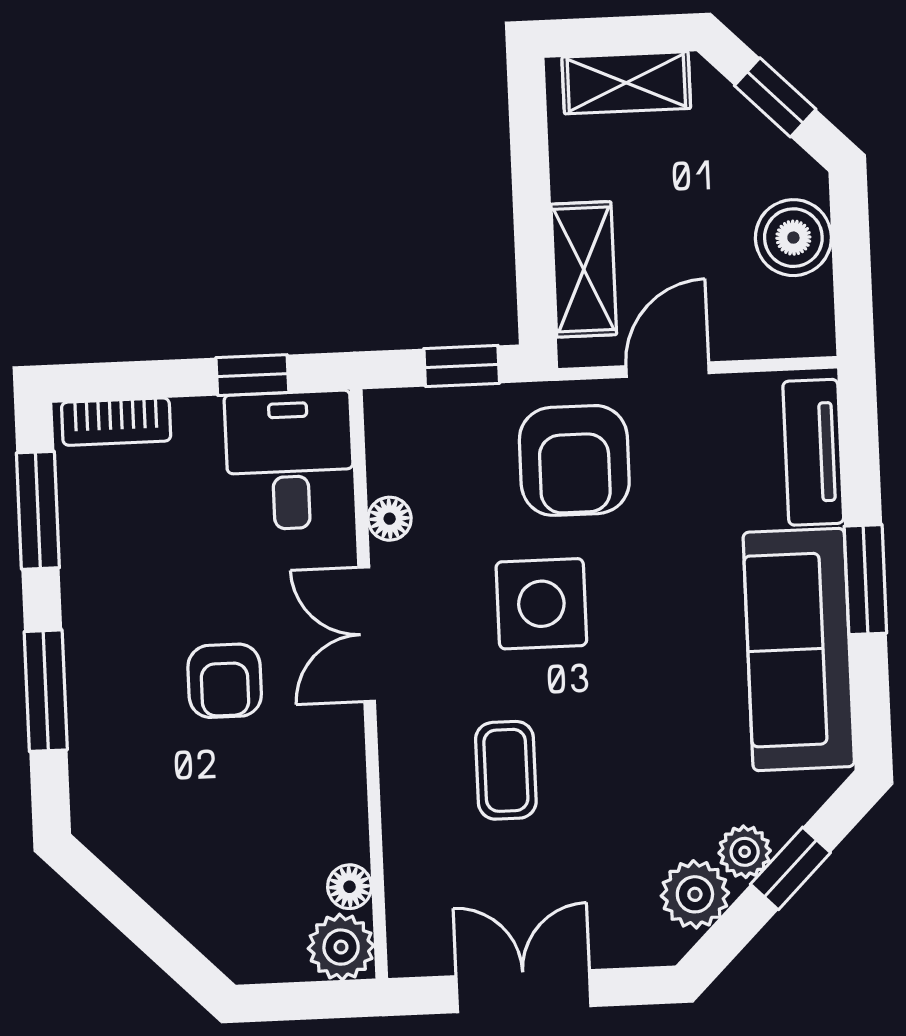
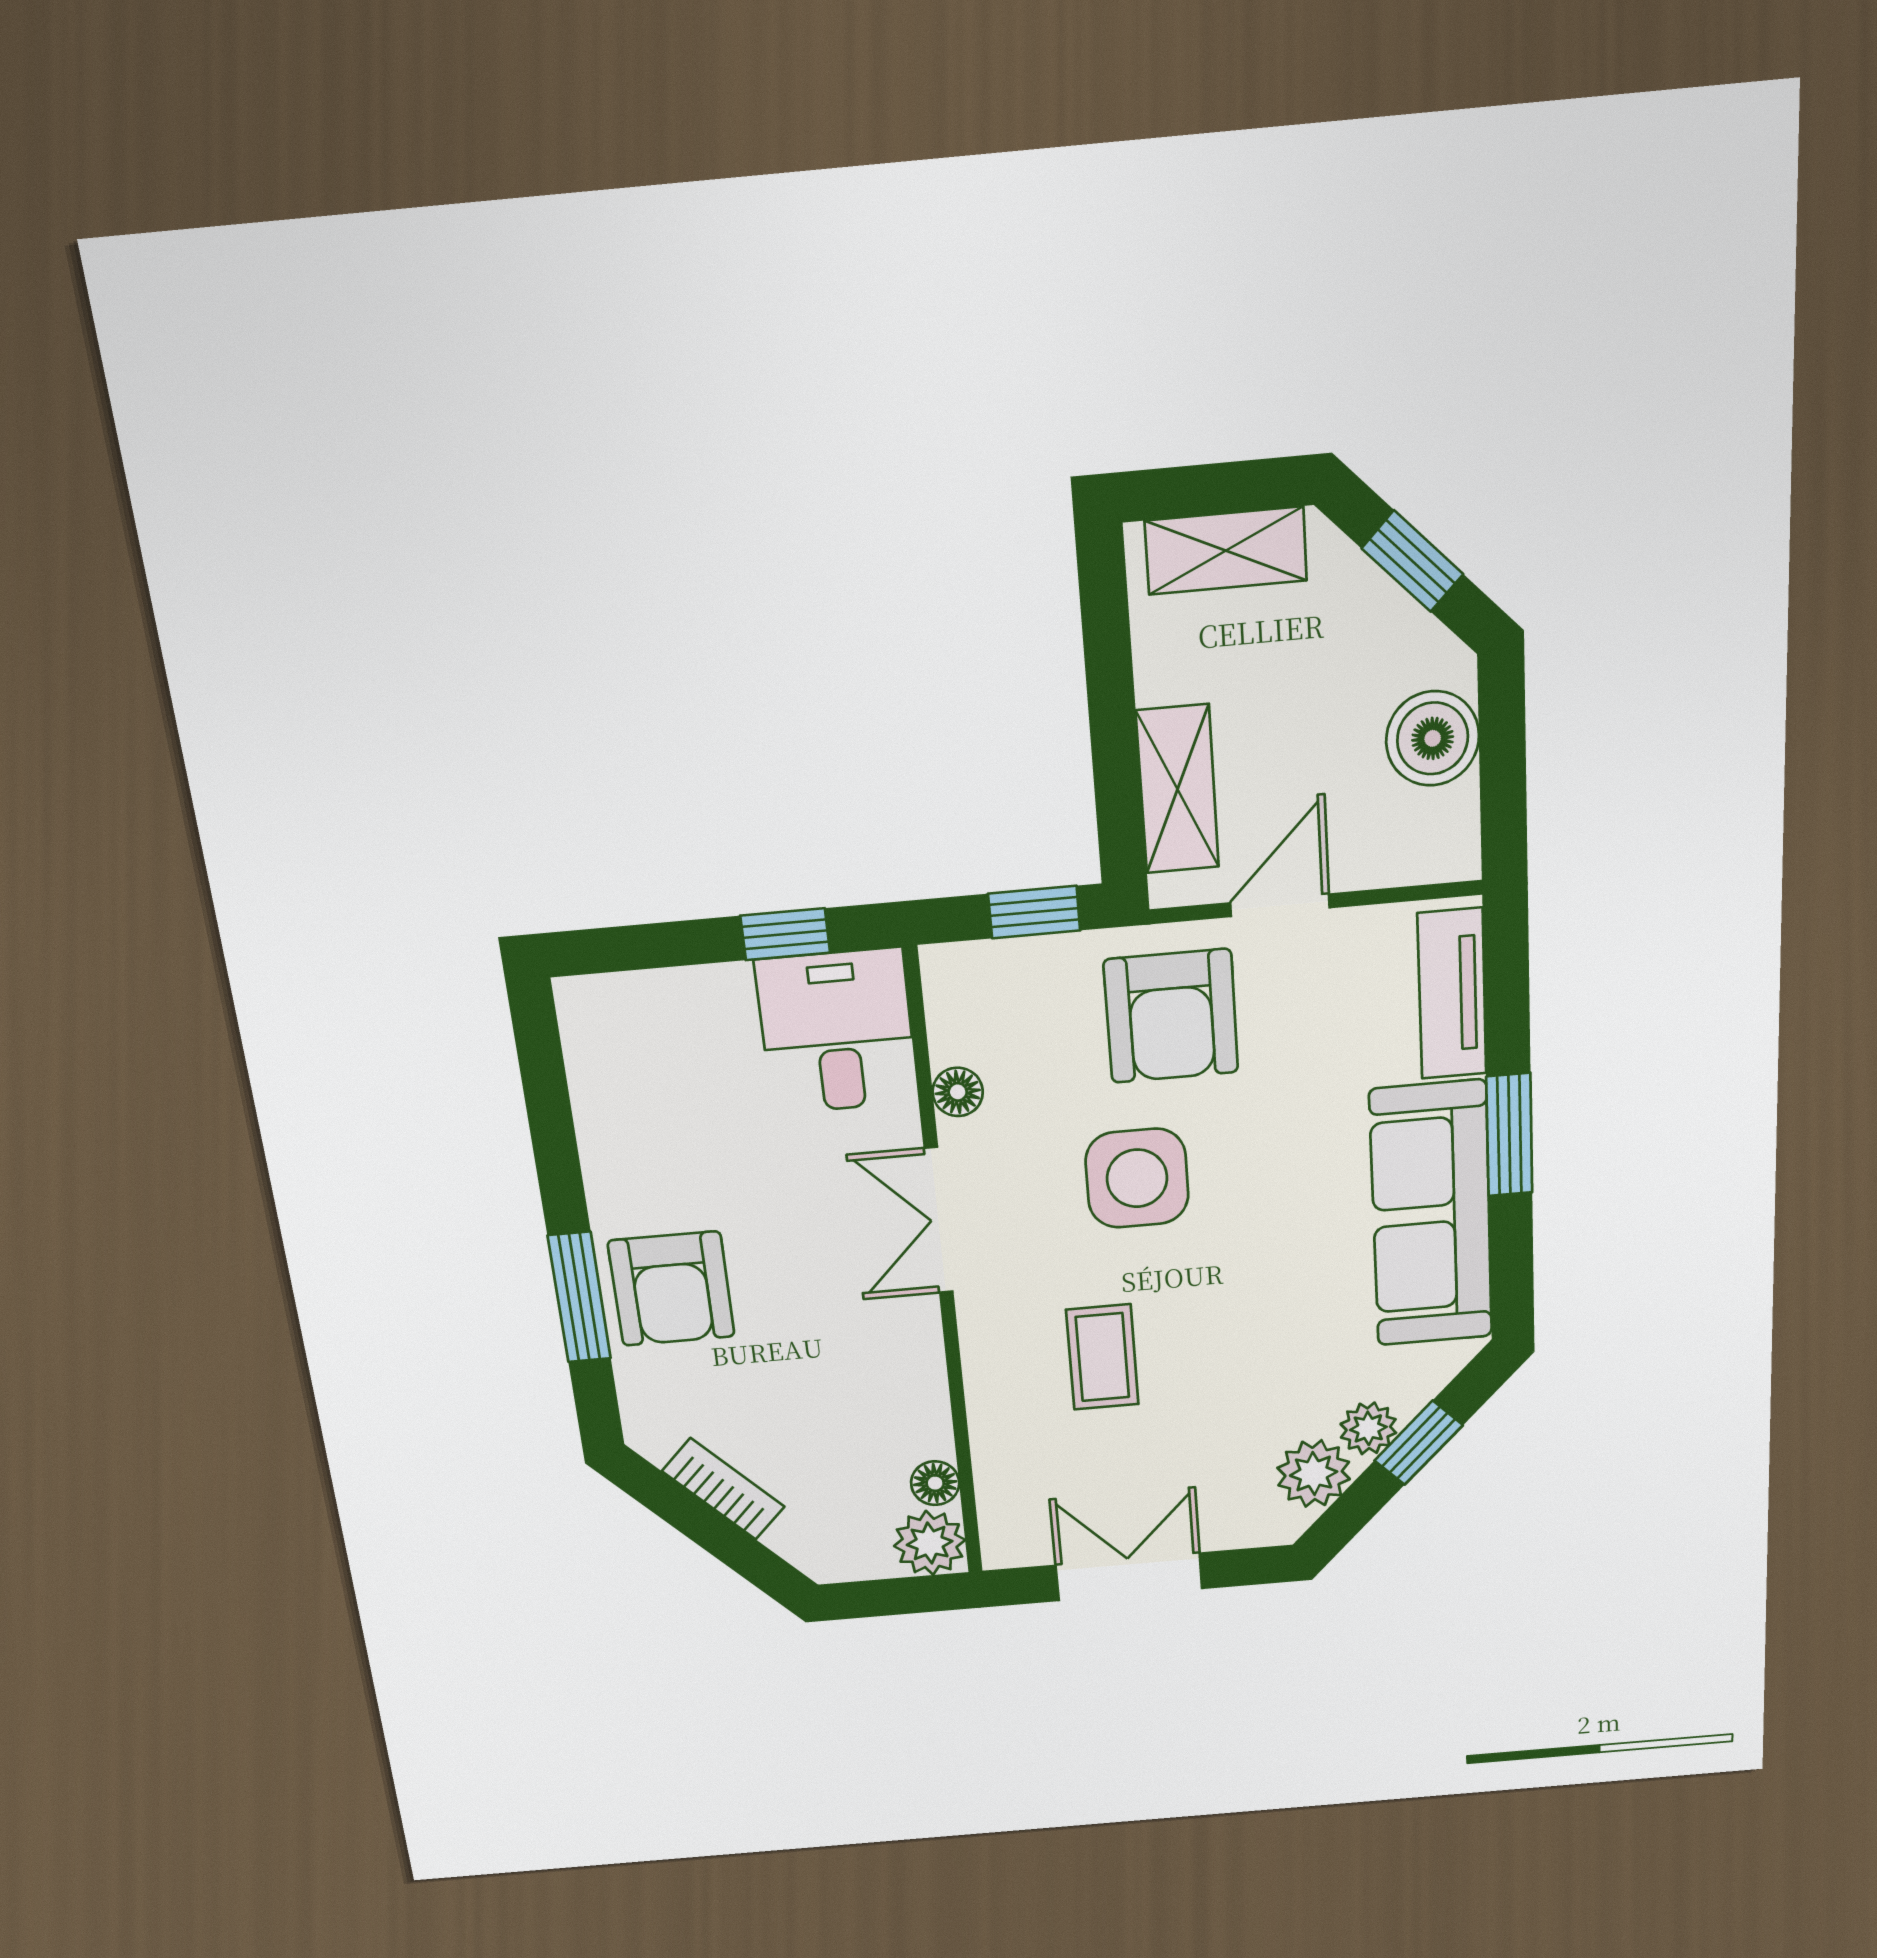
bookcase: (116, 422) -> (723, 1489), moved, turned -135
window: (38, 510) -> (548, 1101), removed
armchair: (225, 681) -> (671, 1289), moved, width x1.38, depth x1.38

